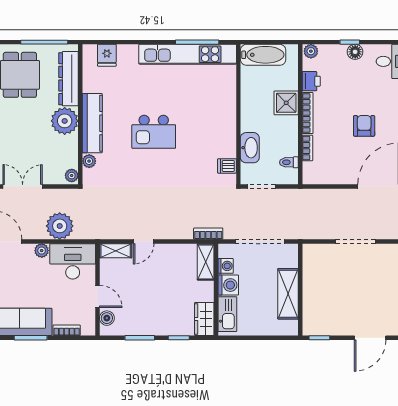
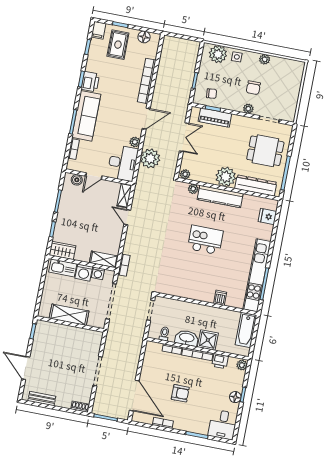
kitchen island: (154, 132) -> (205, 240), turned 90
washbasin: (250, 148) -> (187, 338), moved, turned 180
dishwasher: (227, 166) -> (220, 298), moved

